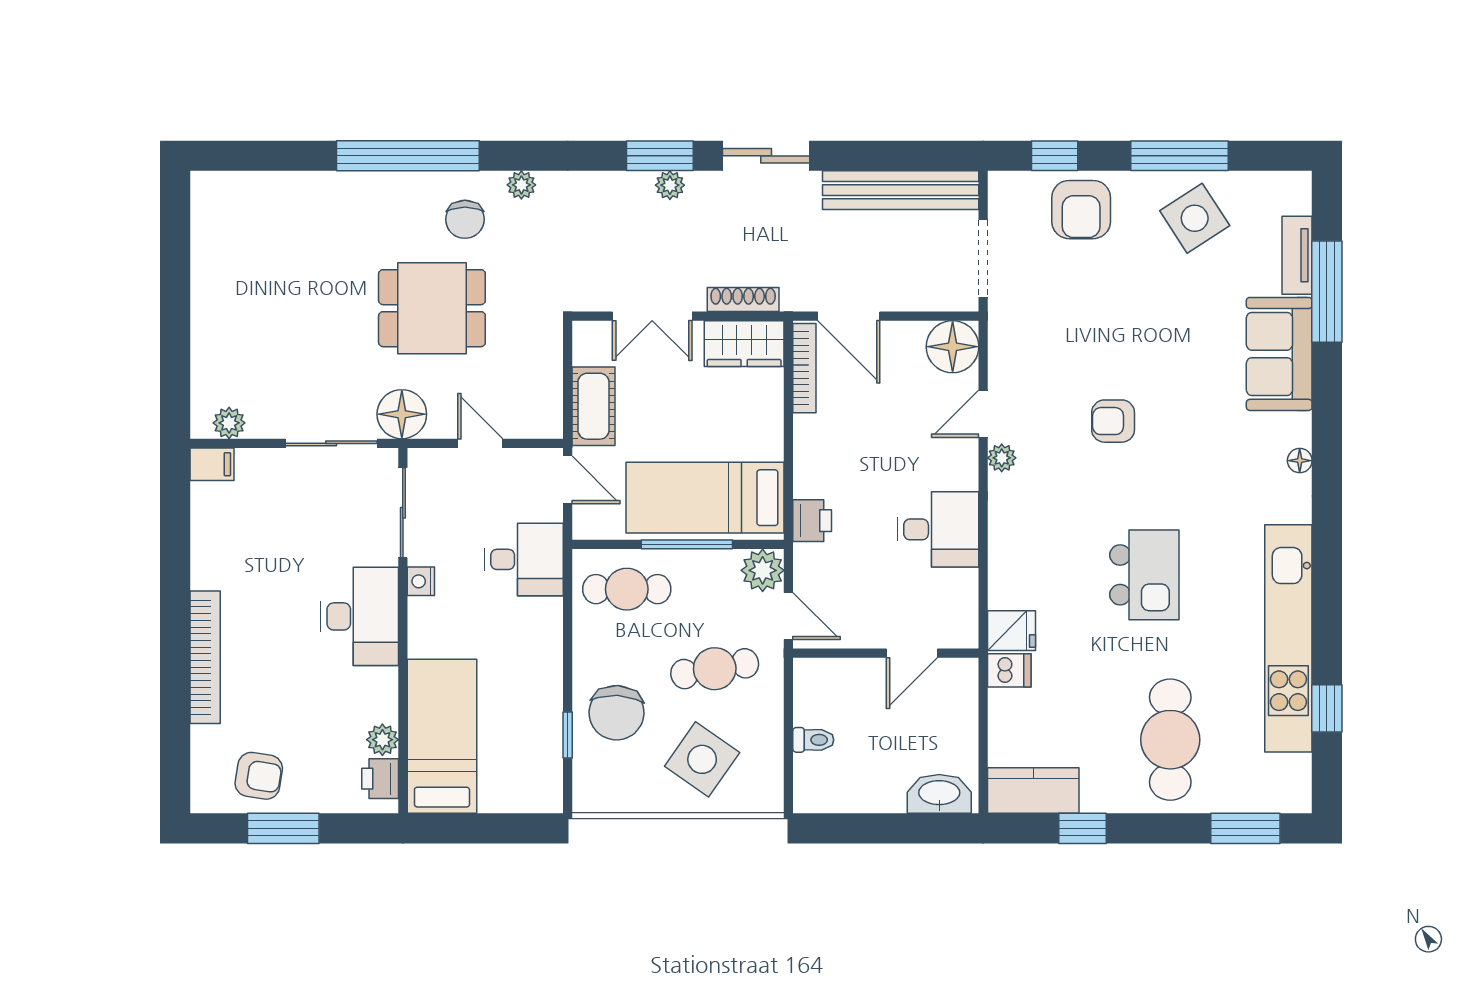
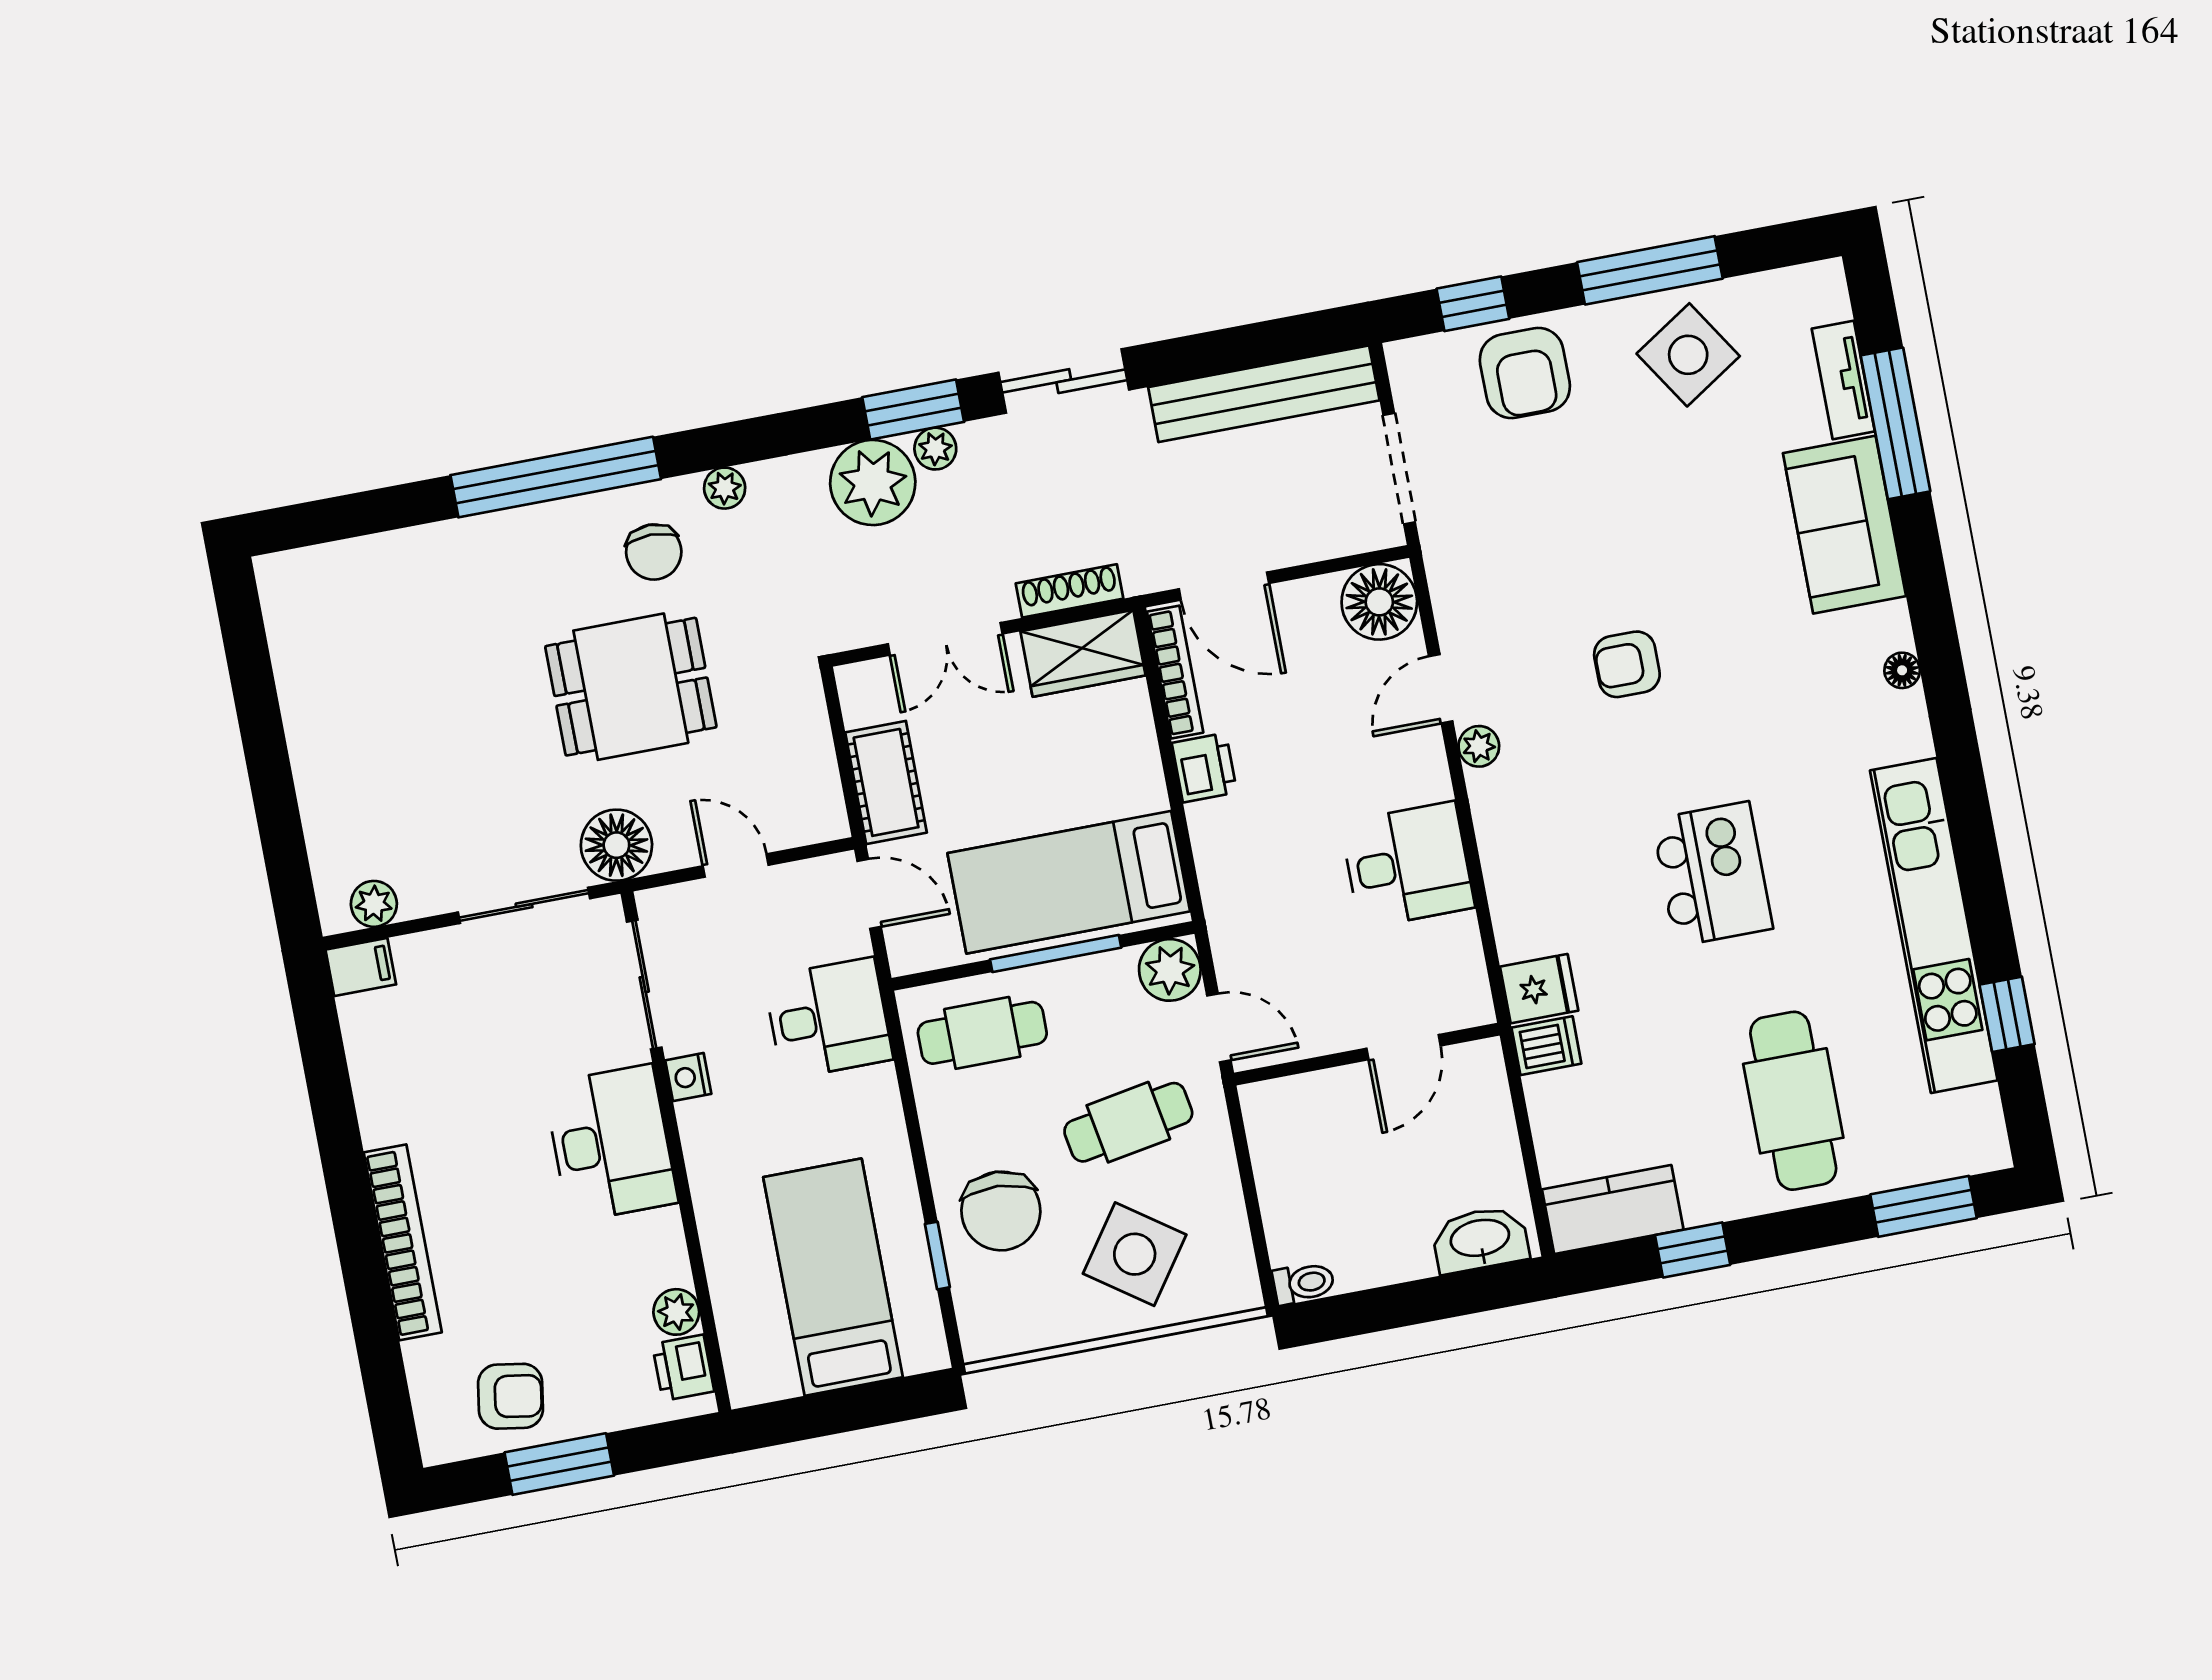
plant: (623, 200) -> (873, 483), added
printer: (812, 521) -> (1204, 768), moved
bed: (442, 736) -> (833, 1277), moved
toilet: (813, 740) -> (1304, 1283), moved

